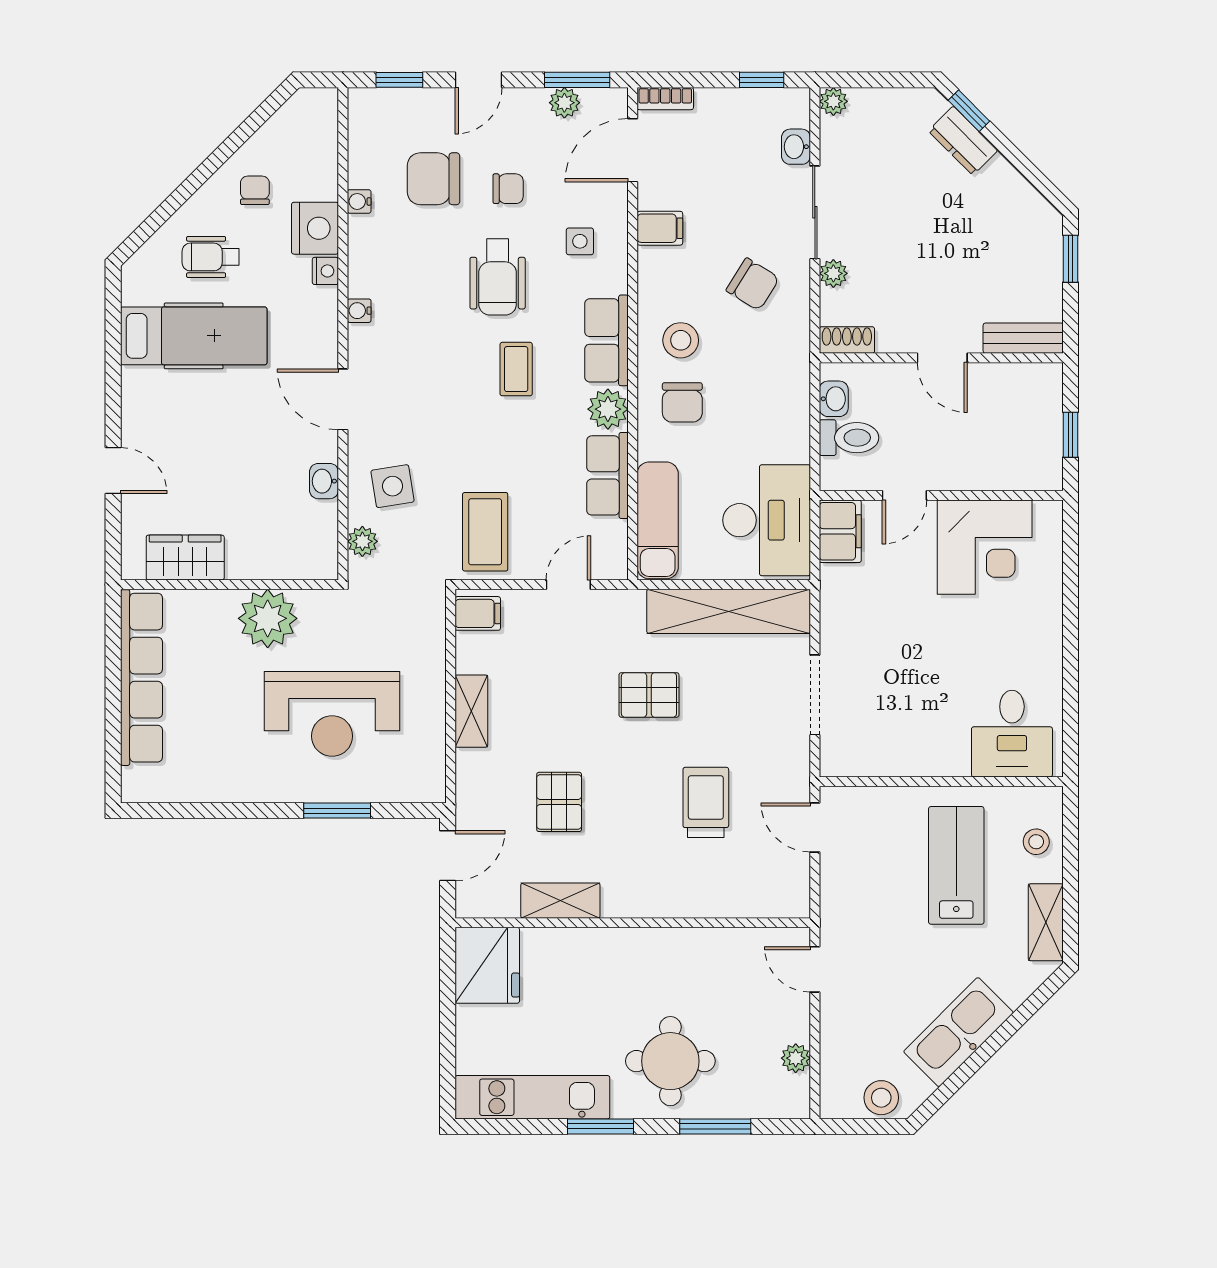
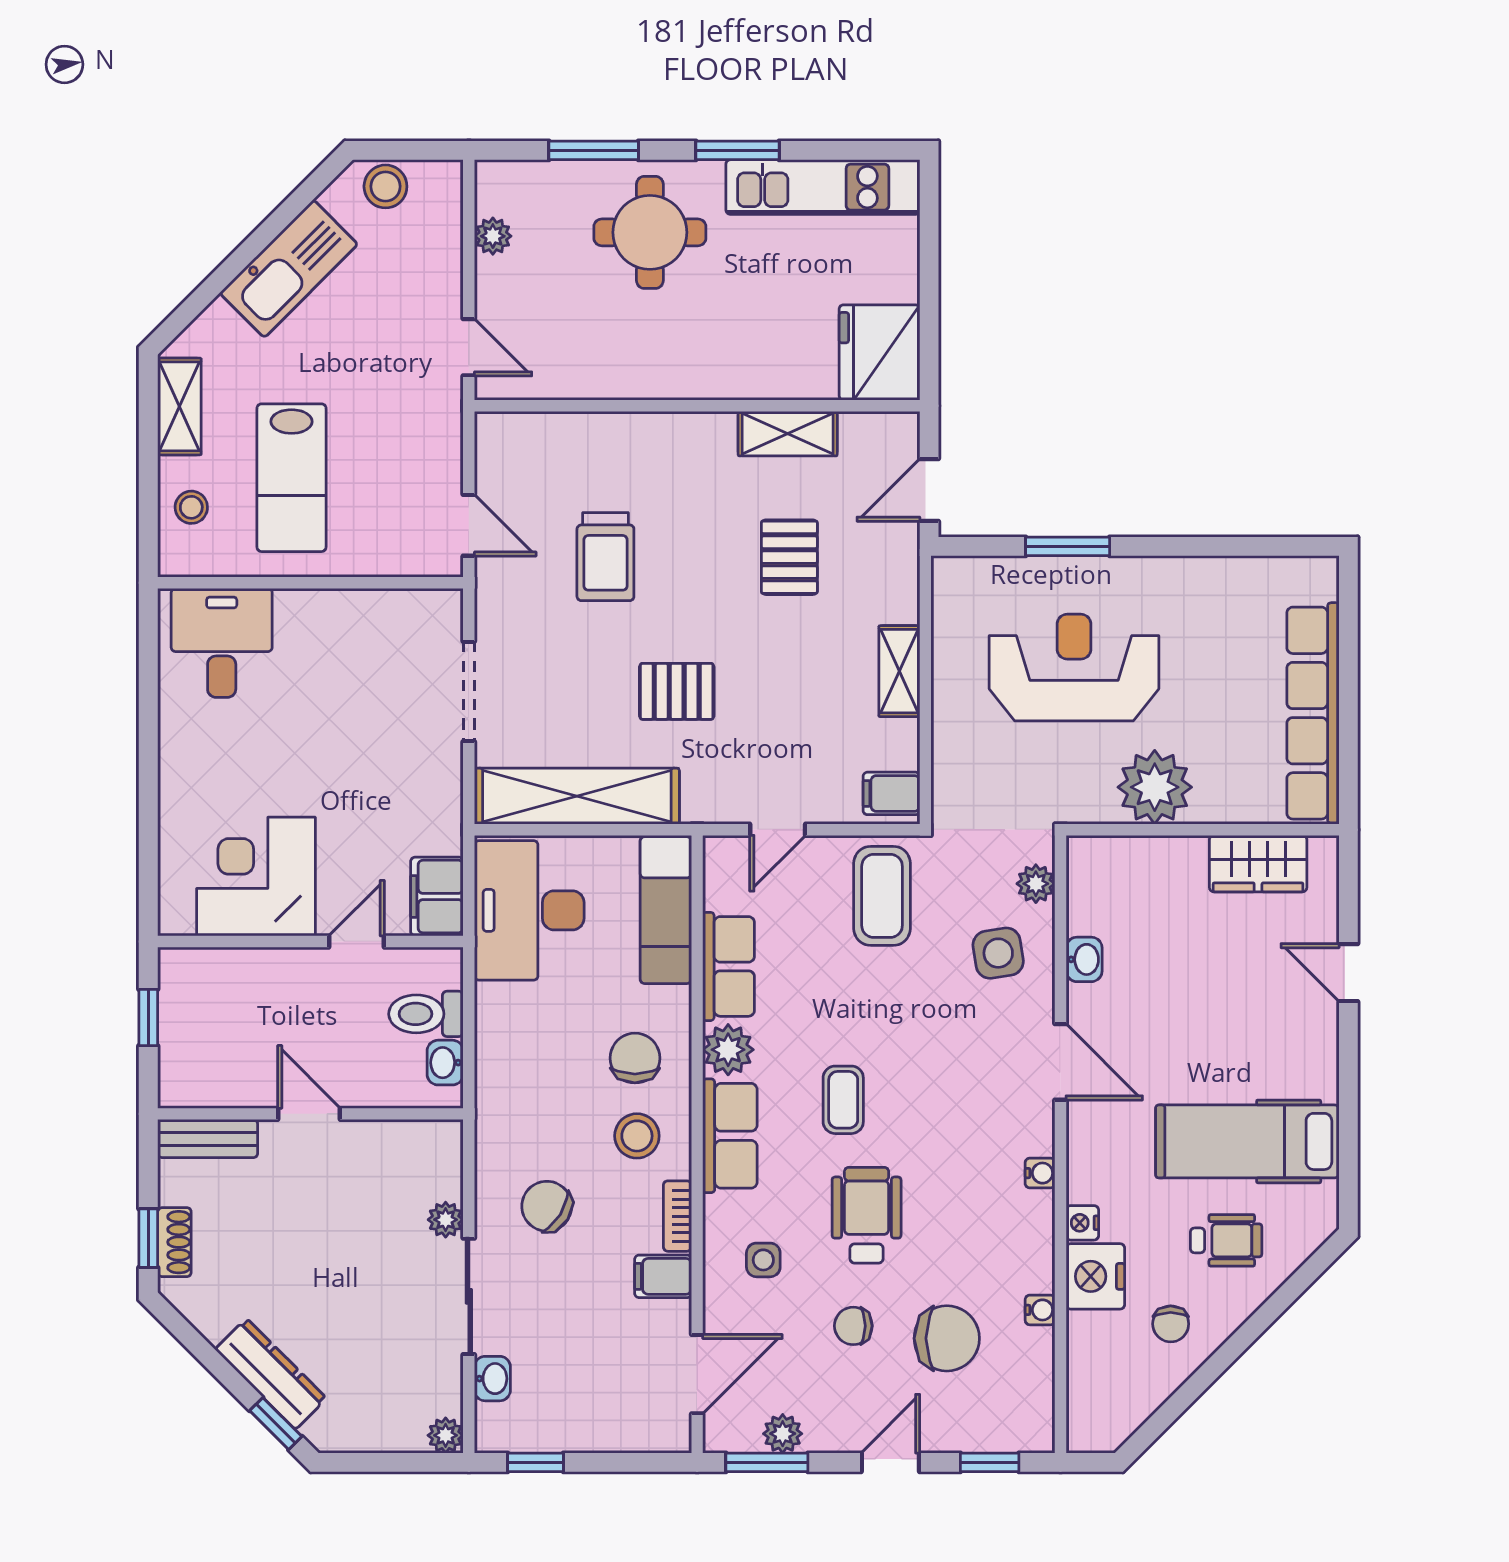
bookcase: (665, 99) -> (677, 1216), moved, turned -90
dresser: (963, 141) -> (271, 1374), width x1.44
shoe rack: (847, 340) -> (174, 1242), moved, turned -90

